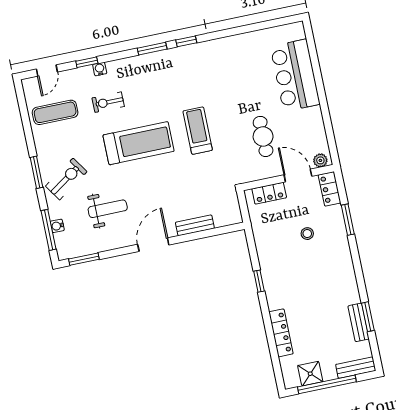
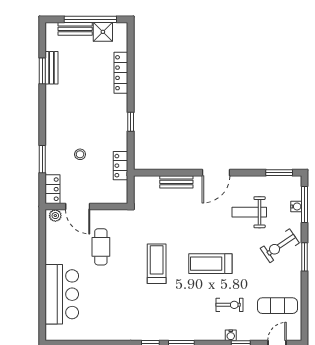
treadmill: (198, 131) -> (157, 264), turned 180
treadmill: (139, 143) -> (210, 264), width x0.73, depth x0.73
locker: (269, 193) -> (121, 166), moved, turned -90
bench: (356, 368) -> (75, 29), moved

